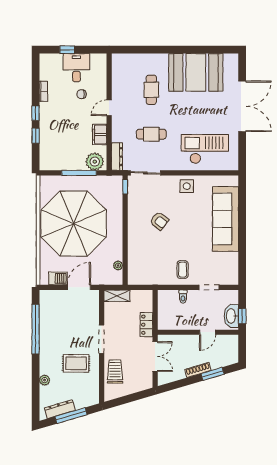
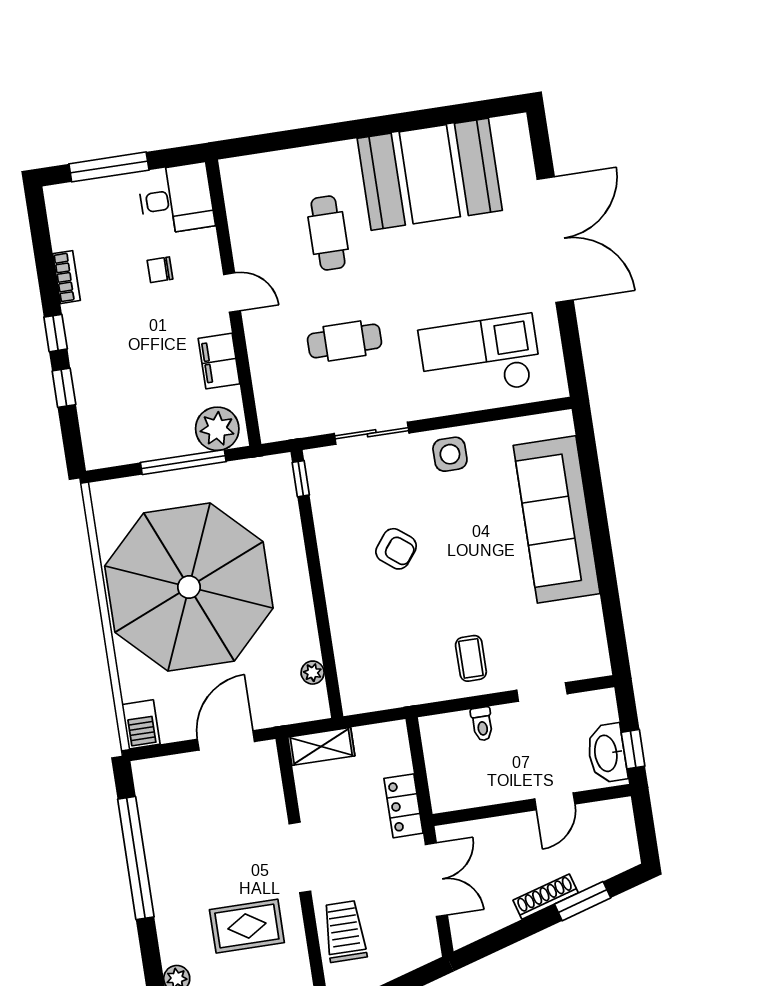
window: (67, 50) -> (109, 167), width x2.17
desk: (76, 68) -> (176, 199), moved, turned 90
door: (109, 108) -> (232, 293), swing flipped
dresser: (117, 157) -> (269, 408), removed
sliding door: (145, 173) -> (372, 433), moved
barbecue: (58, 278) -> (141, 724), moved, turned 90

